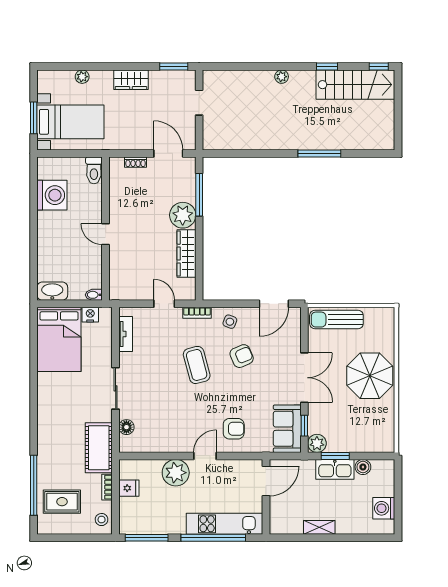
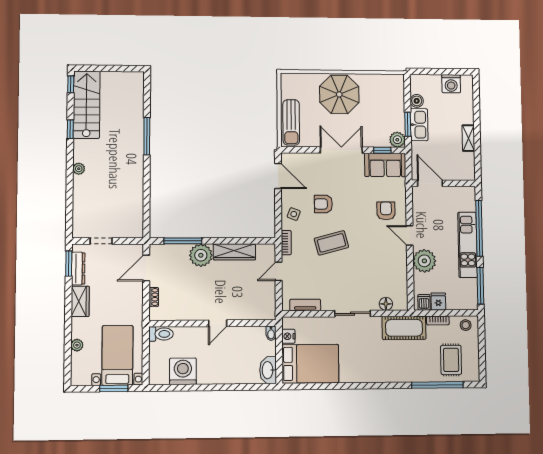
dresser: (168, 77) -> (78, 268), added
armchair: (242, 356) -> (323, 204), turned -67
dishwasher: (128, 471) -> (424, 302), added
kitchen unit: (225, 524) -> (468, 245), moved

